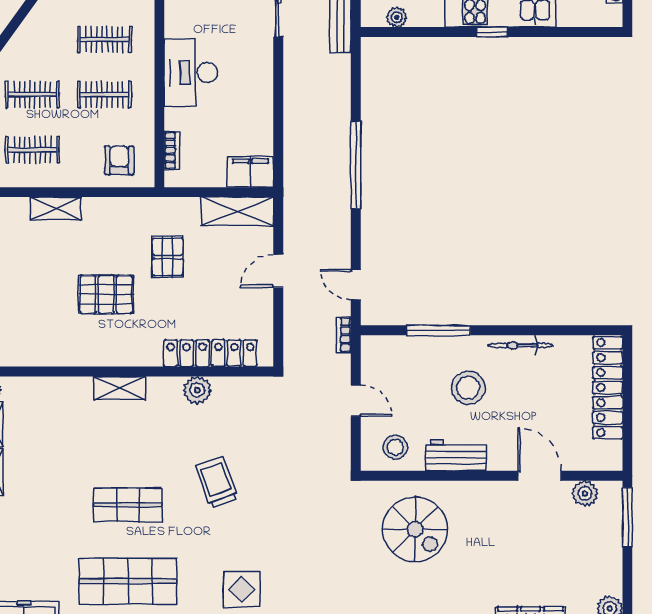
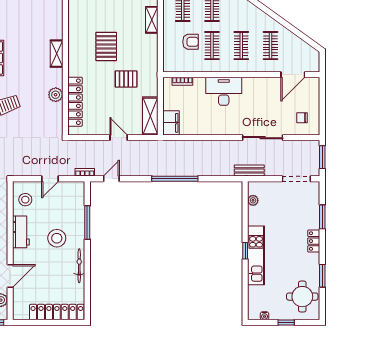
armchair: (119, 160) -> (190, 42), moved

